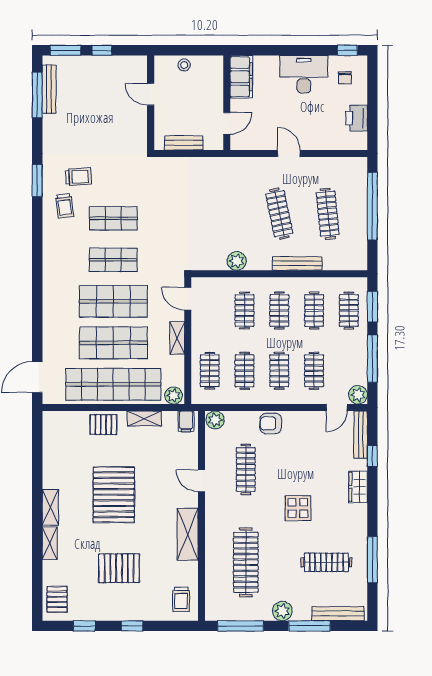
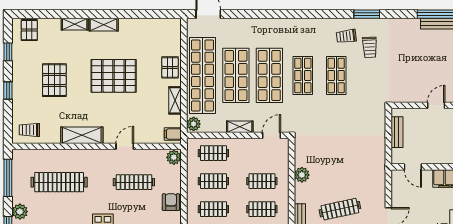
pallet: (57, 599) -> (29, 30), turned 90

